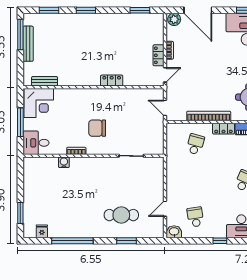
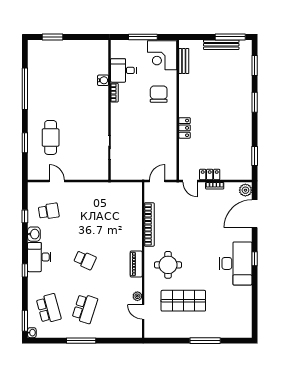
chair: (97, 128) -> (159, 94), moved
locker: (223, 129) -> (137, 239), removed
desk: (36, 143) -> (123, 70), moved, turned -90
school desk: (195, 144) -> (121, 211), removed
fridge: (42, 231) -> (34, 58), removed
washbasin: (174, 232) -> (34, 234), moved
window: (220, 241) -> (25, 216), moved

